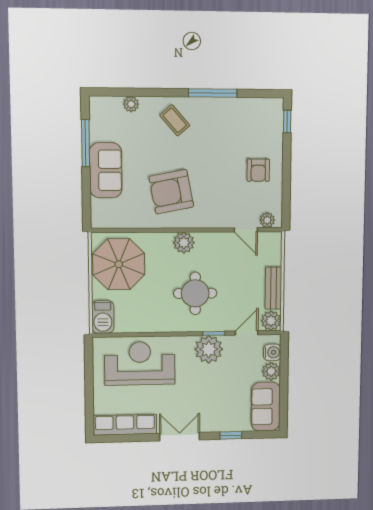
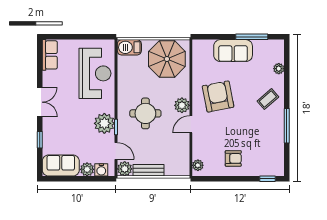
armchair: (258, 170) -> (233, 158), turned 180
door: (246, 230) -> (191, 124), moved
row of seats: (125, 425) -> (50, 55), width x0.68

